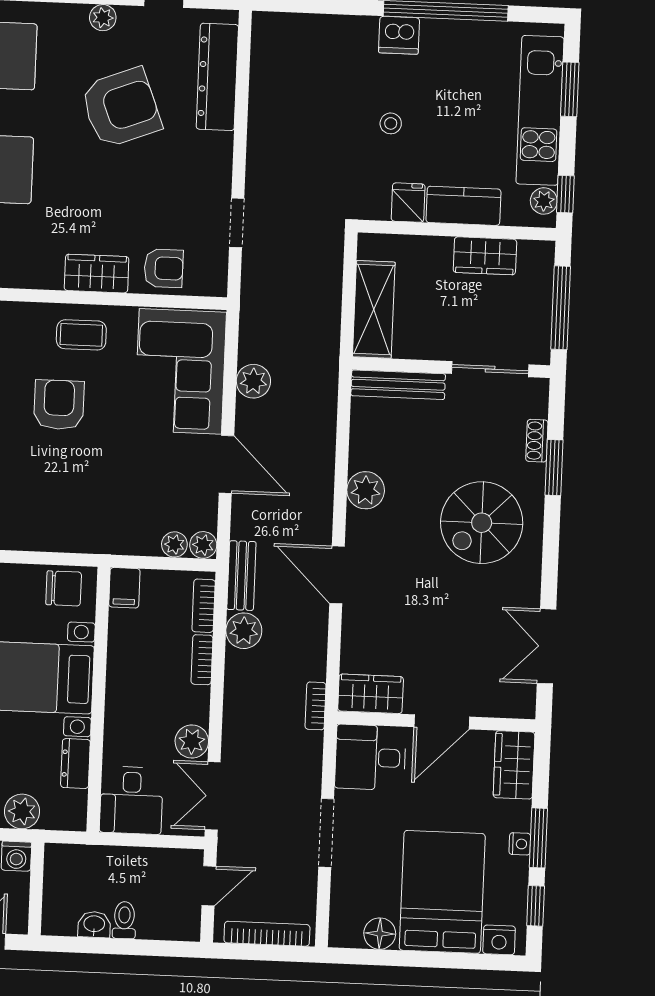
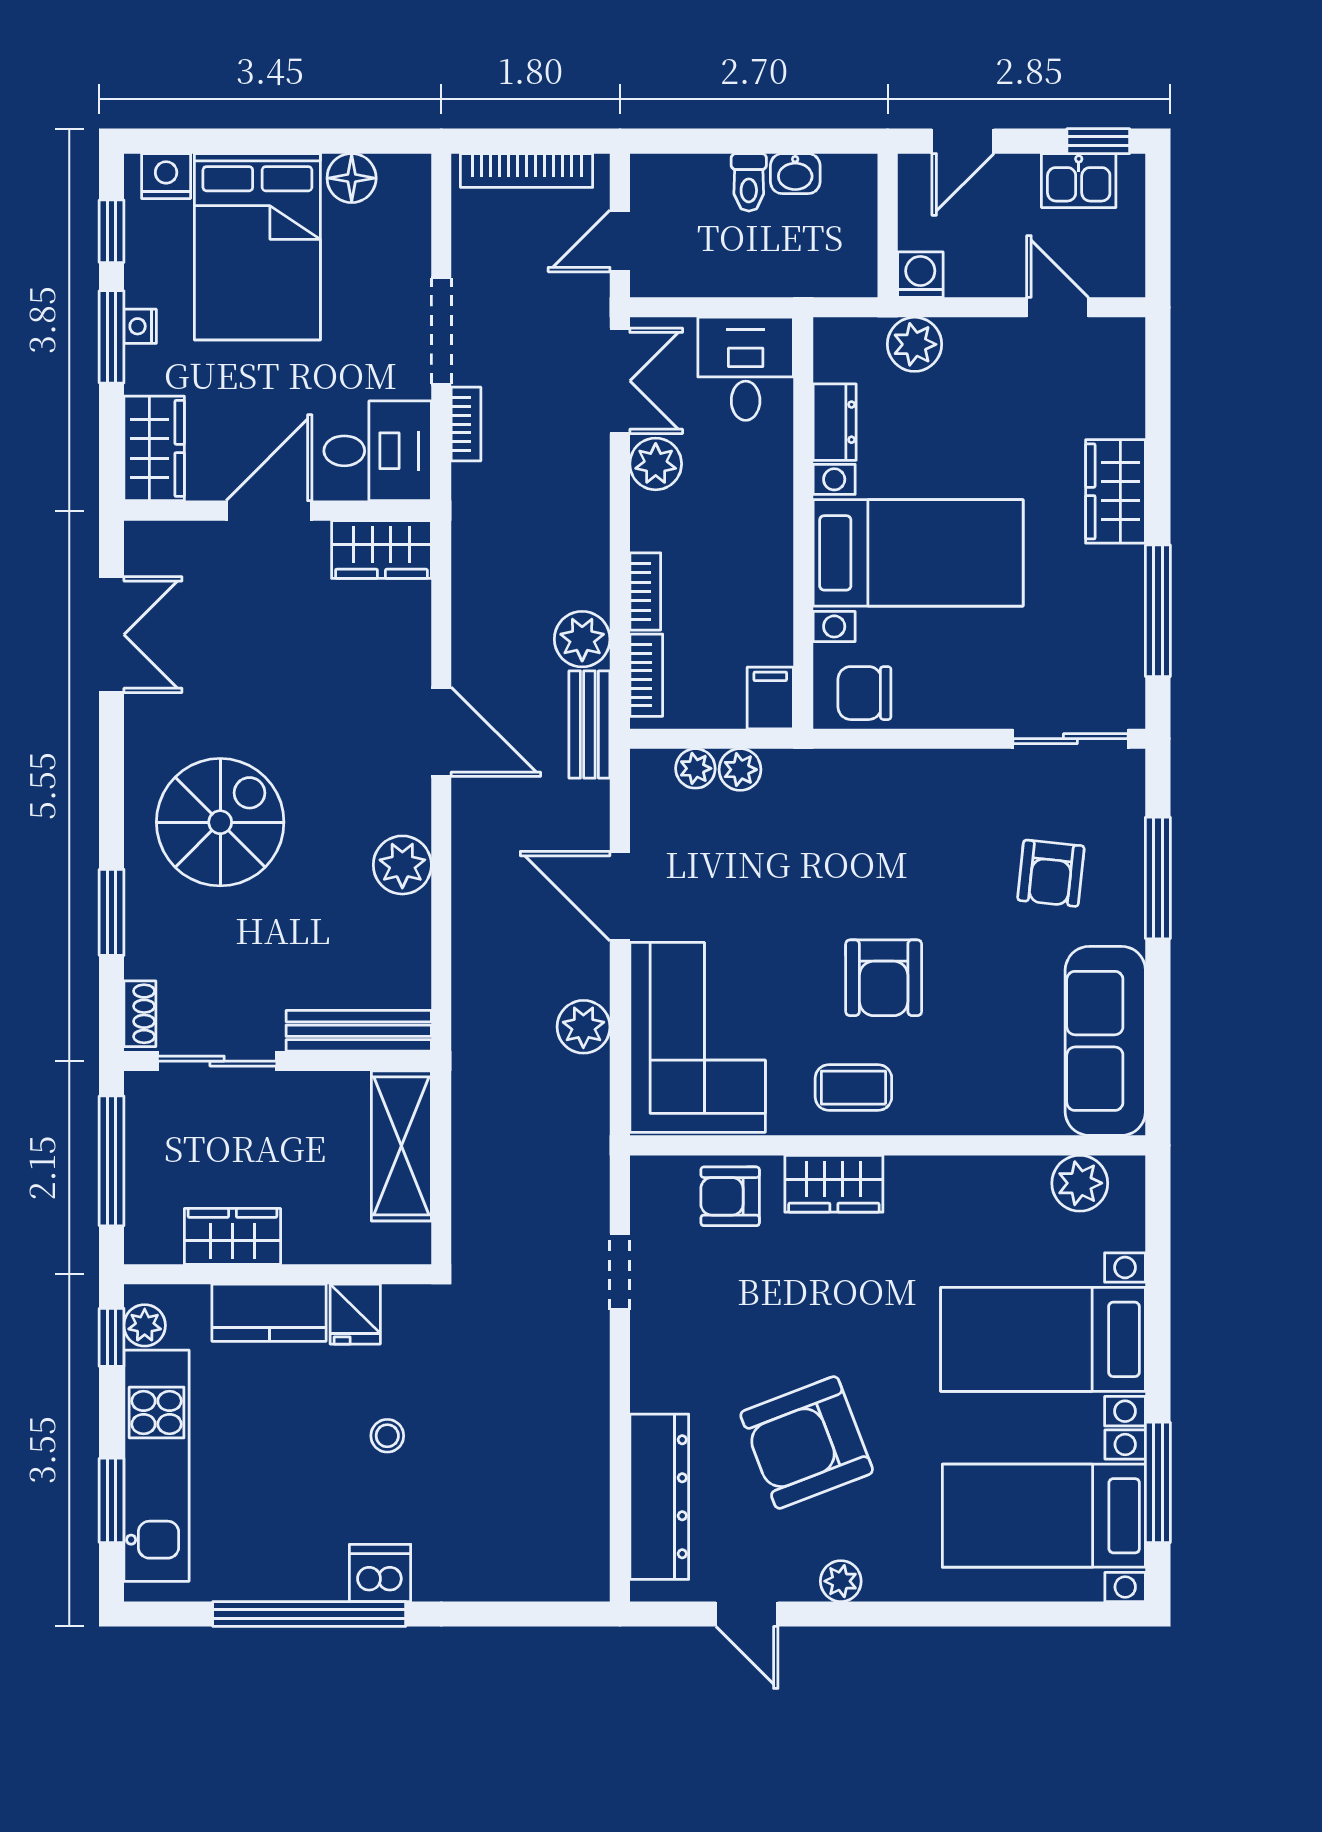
shoe rack: (537, 441) -> (140, 1014), moved
plant: (203, 545) -> (740, 770), moved
bookcase: (316, 706) -> (466, 424), moved

